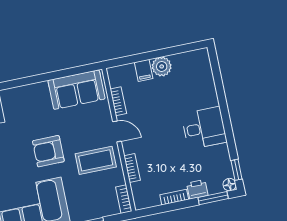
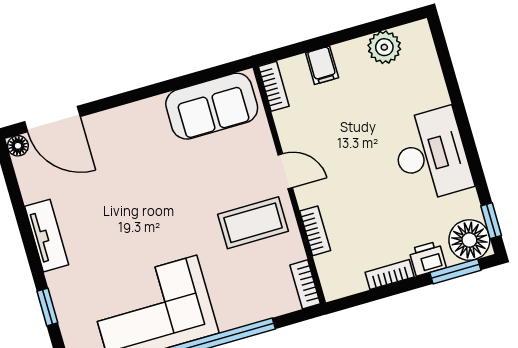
plant: (162, 66) -> (384, 47), moved
bookcase: (118, 101) -> (274, 86), moved
desk: (204, 128) -> (431, 155), width x1.37
armchair: (48, 151) -> (172, 213), removed
floor lamp: (230, 185) -> (469, 240), width x1.89, depth x1.89

